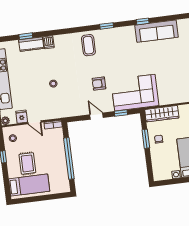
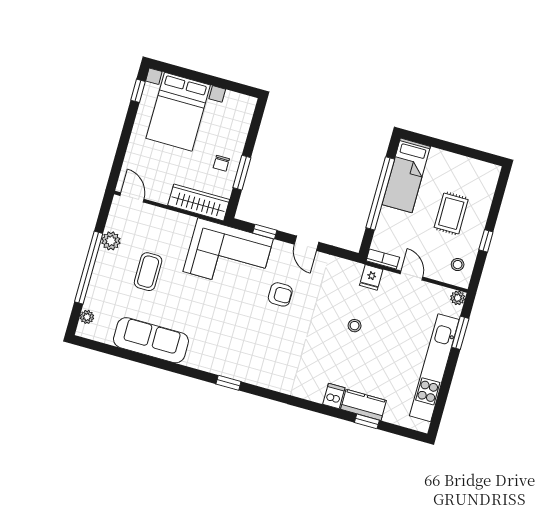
window: (143, 21) -> (167, 366), removed
coffee table: (88, 45) -> (148, 272), moved
fridge: (22, 117) -> (371, 277), moved
bed: (29, 185) -> (406, 175), moved, turned -90

